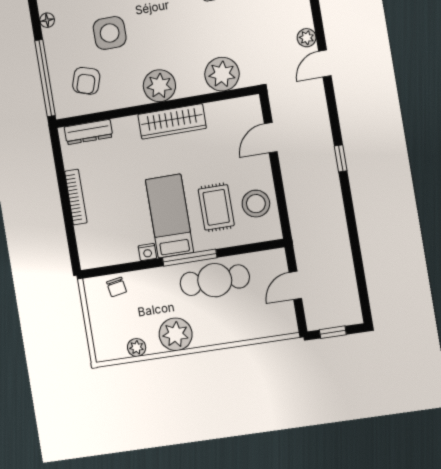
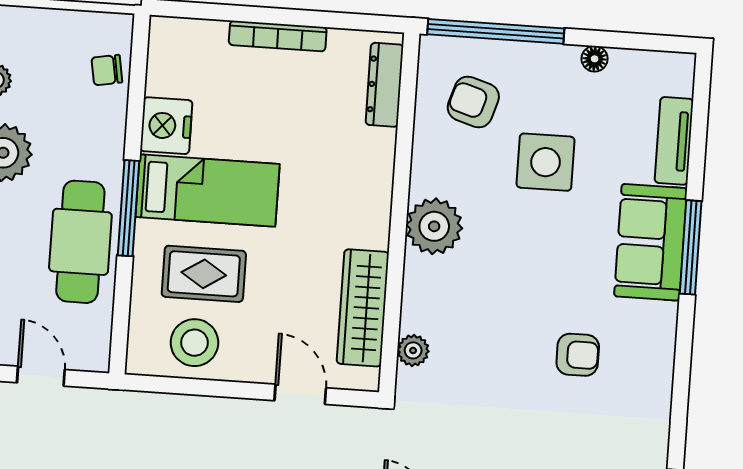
plant: (222, 74) -> (413, 350), width x0.53, depth x0.53
wardrobe: (172, 121) -> (363, 308), moved
nightstand: (147, 252) -> (166, 126), width x1.89, depth x1.79

